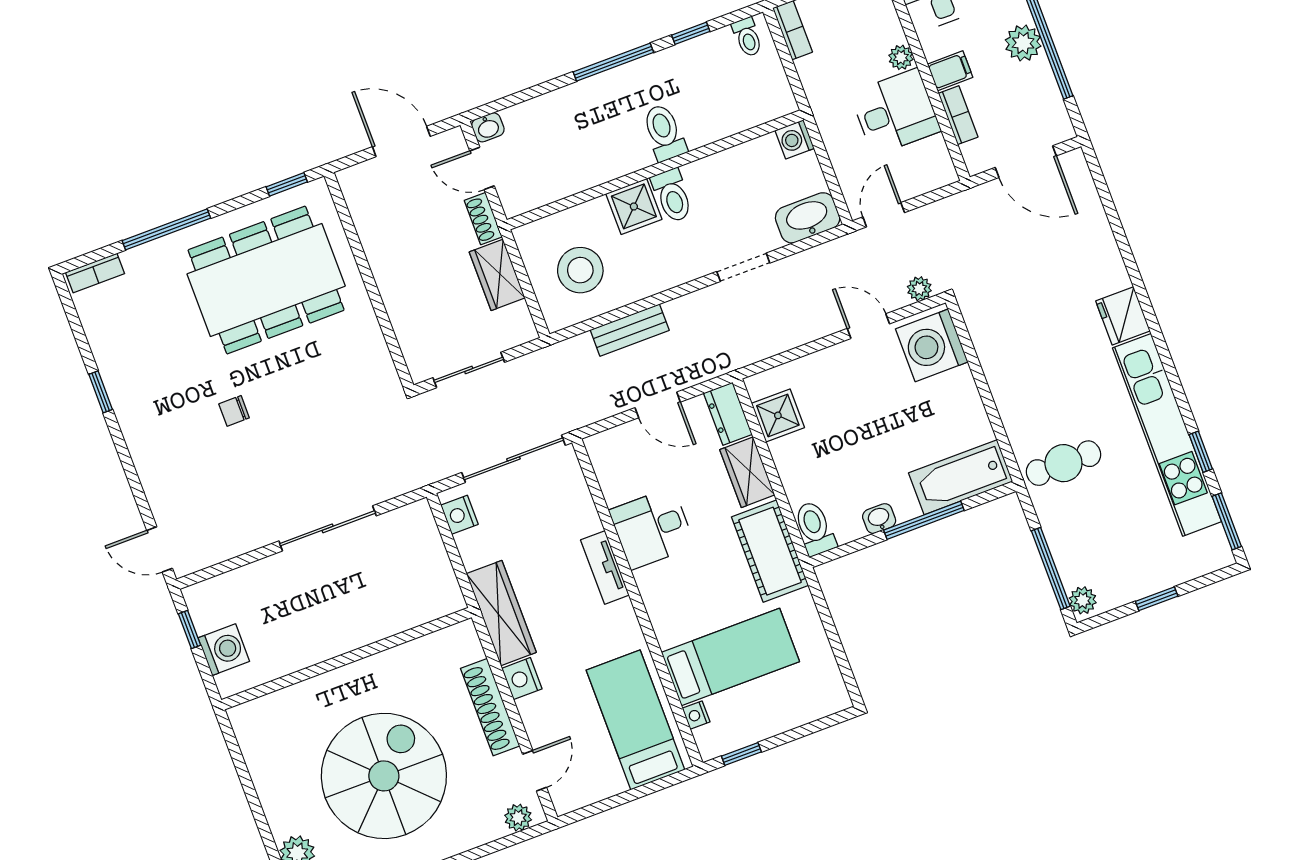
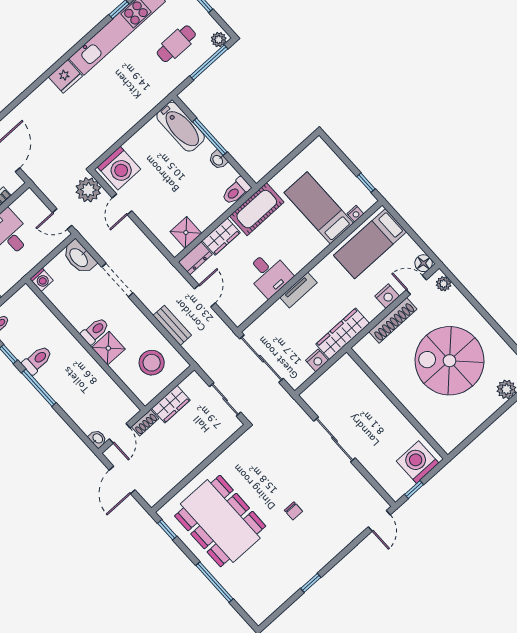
toilet: (664, 133) -> (37, 360), moved, turned 180
doorway: (743, 267) -> (117, 280), width x1.38
bookcase: (95, 273) -> (251, 610), removed
plant: (919, 289) -> (88, 190), width x1.88, depth x1.88
cafe table: (1063, 463) -> (176, 44), moved, turned 90
nightstand: (459, 515) -> (317, 360), moved
washing machine: (224, 650) -> (418, 462), width x1.37, depth x1.37
nightstand: (522, 679) -> (387, 296), moved
floor lamp: (567, 797) -> (424, 263), added

